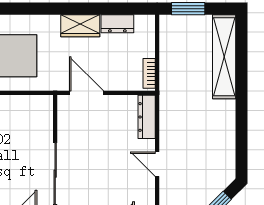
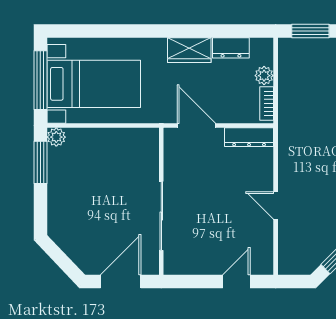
plant: (147, 48) -> (264, 76), added
dresser: (147, 117) -> (249, 137), moved, turned -90

